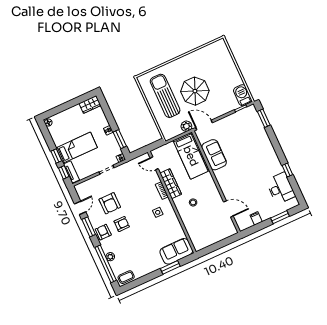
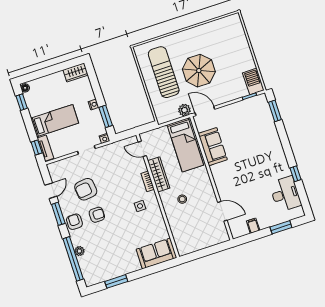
window: (56, 156) -> (22, 102), moved
armchair: (110, 203) -> (86, 189), turned 83
window: (170, 267) -> (116, 281), moved
coffee table: (126, 277) -> (95, 277), removed

